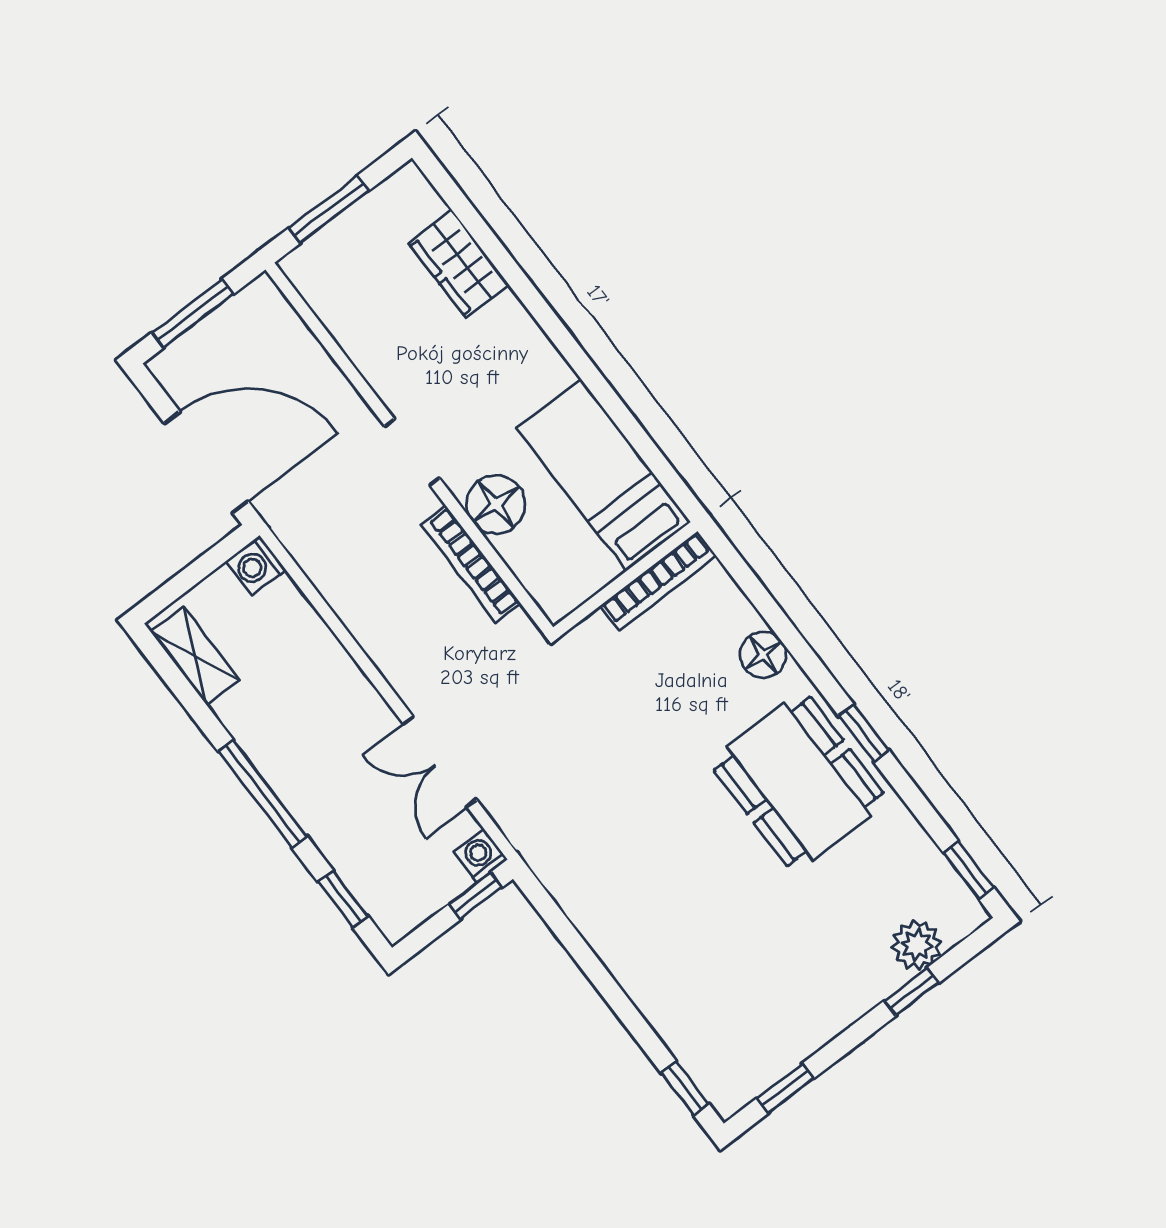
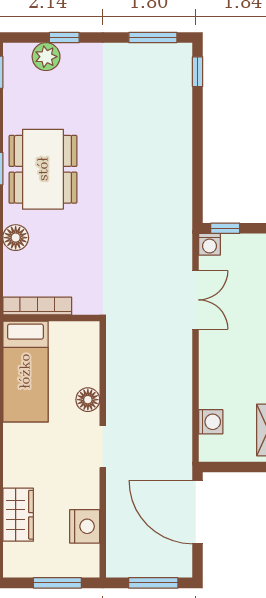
nightstand: (351, 319) -> (85, 526), added
floor lamp: (496, 504) -> (88, 400), width x0.73, depth x0.73
bookcase: (471, 564) -> (115, 377), removed
washing machine: (256, 565) -> (211, 422), moved
window: (786, 1088) -> (153, 38), width x1.50

